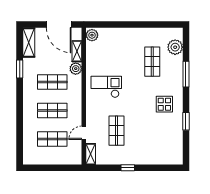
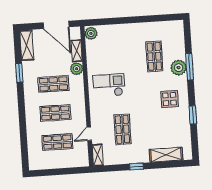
plant: (175, 47) -> (179, 68), moved
shelving: (157, 158) -> (166, 155), added

